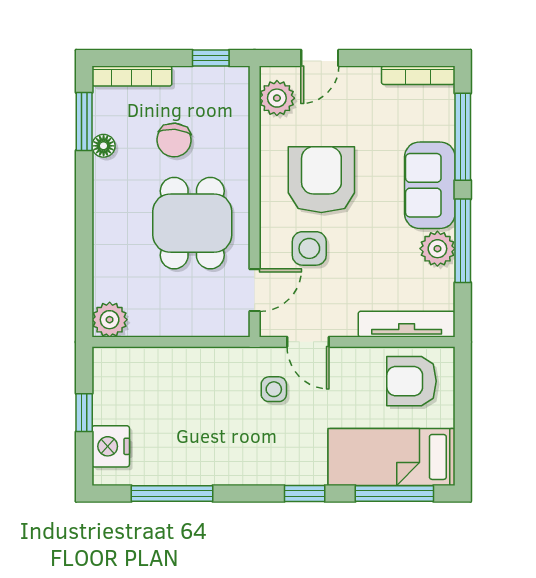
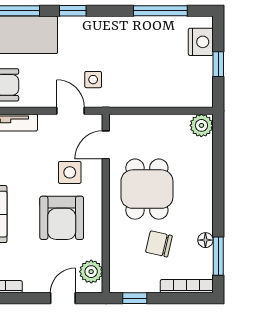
chair: (174, 140) -> (159, 244), turned -82

